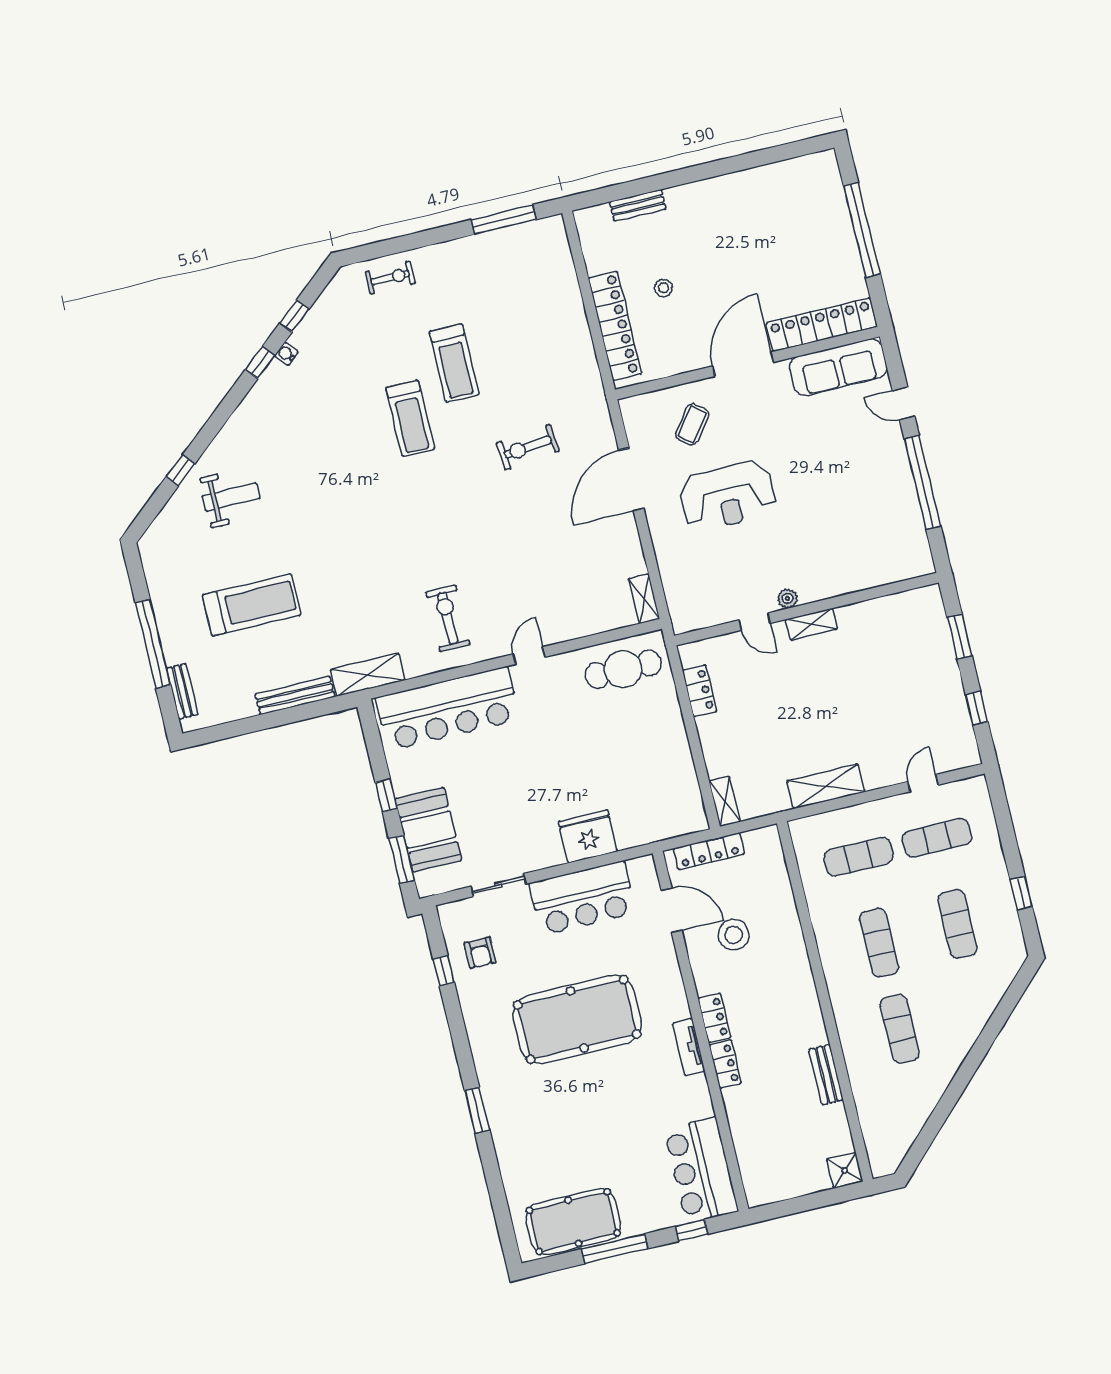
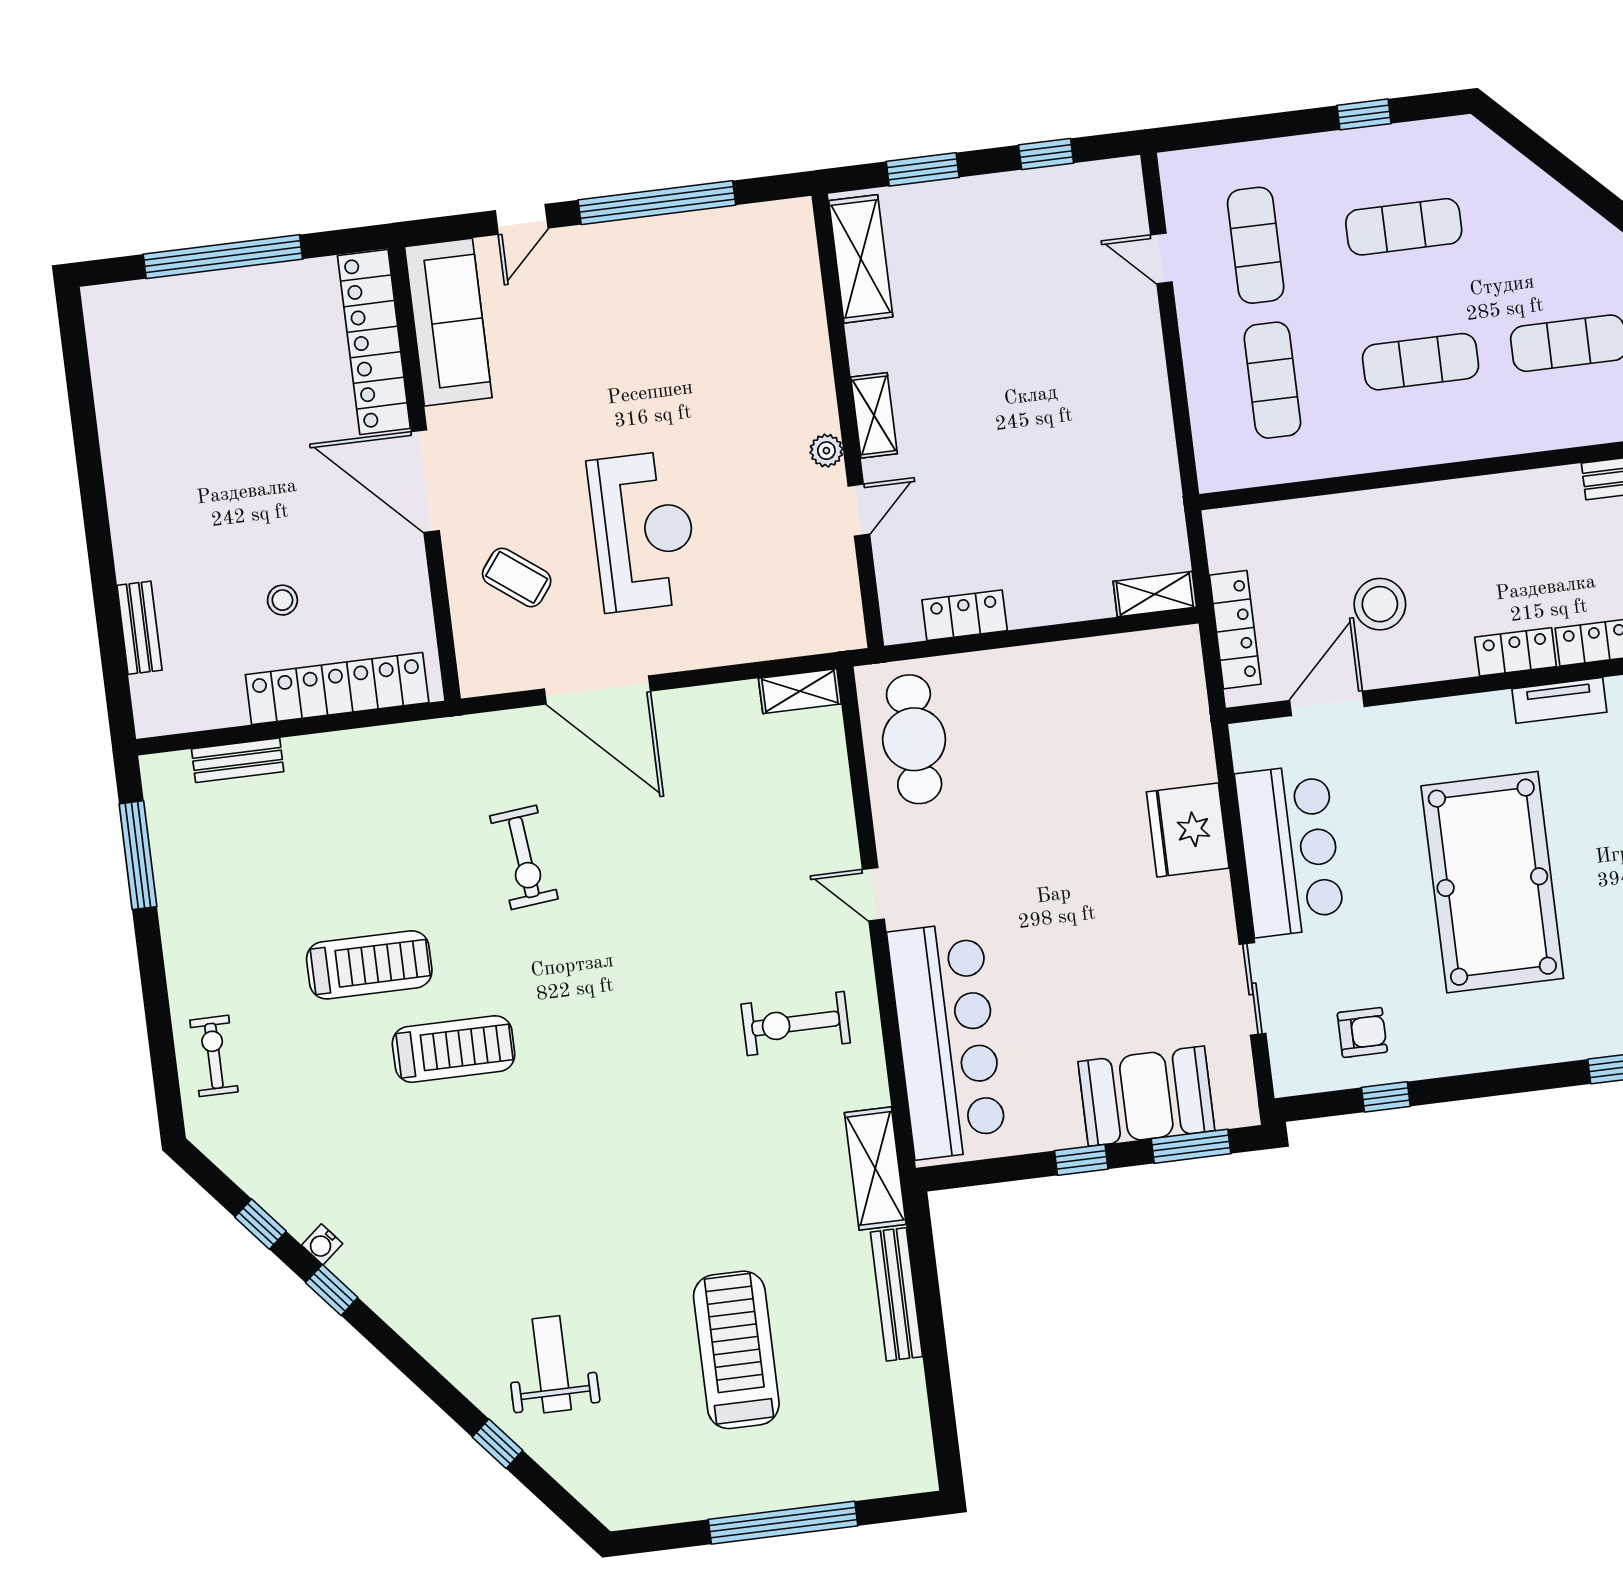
bench: (182, 691) -> (238, 760), moved
shelving: (826, 786) -> (861, 259), moved

